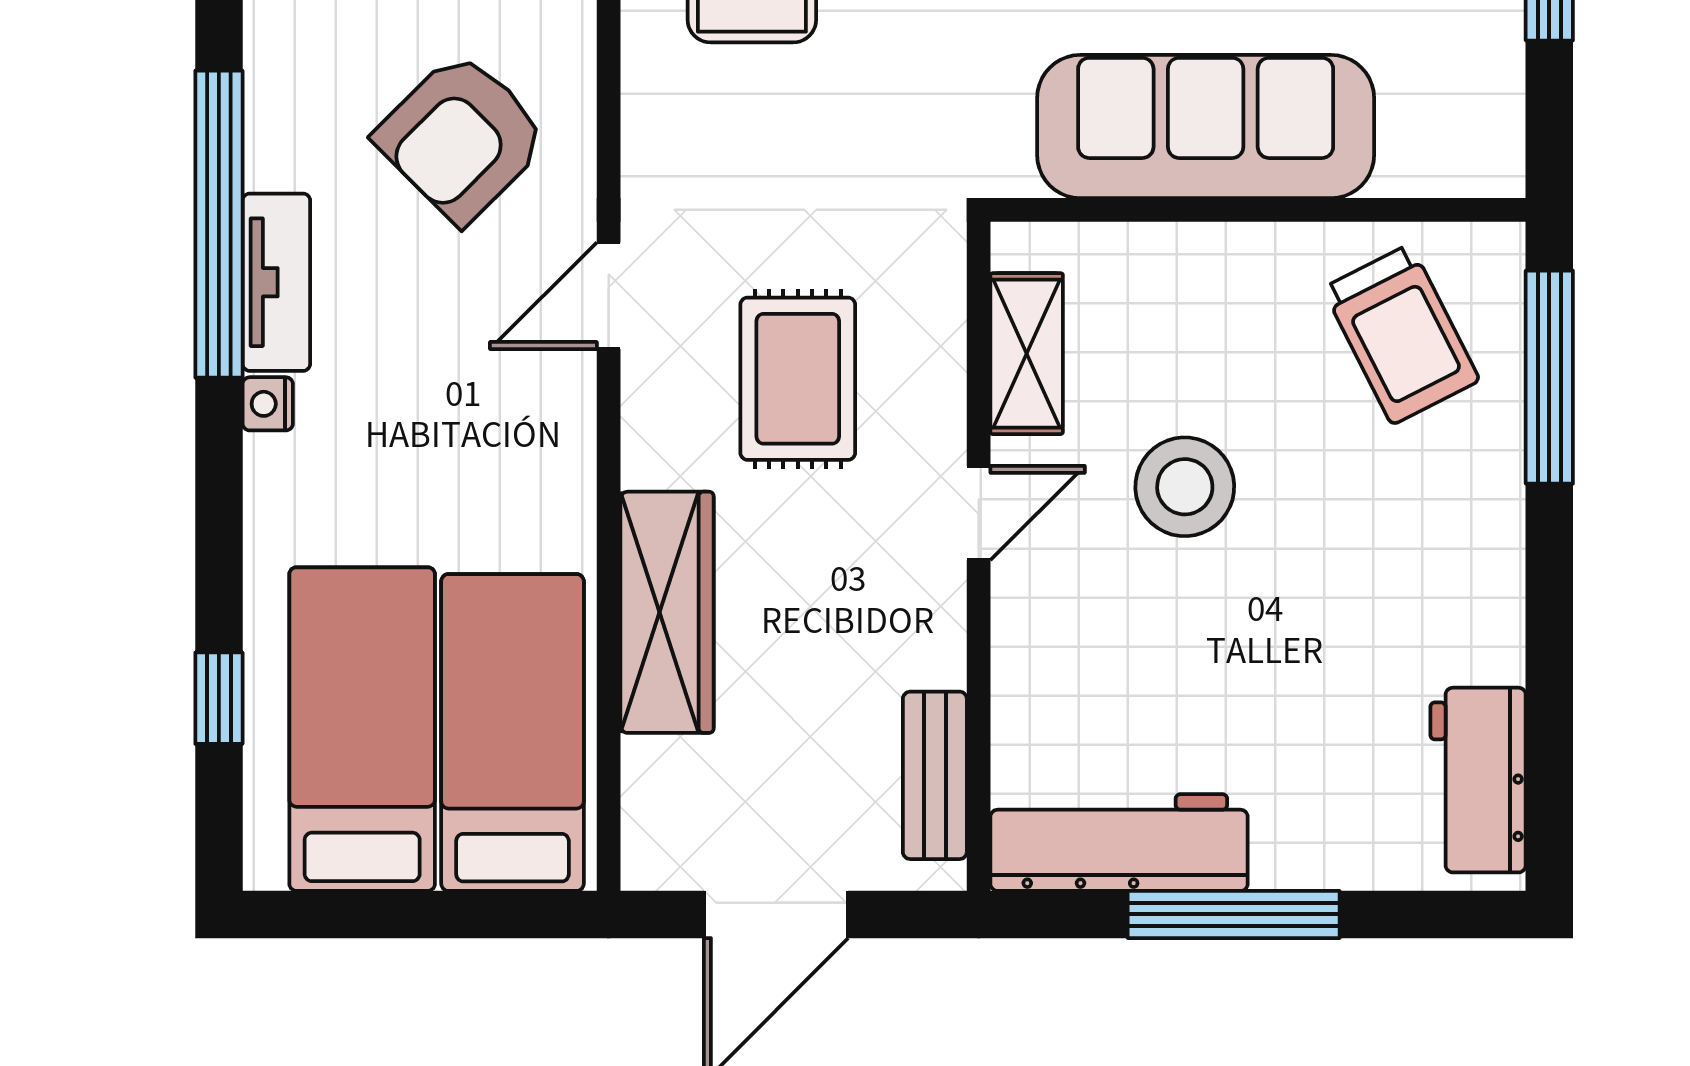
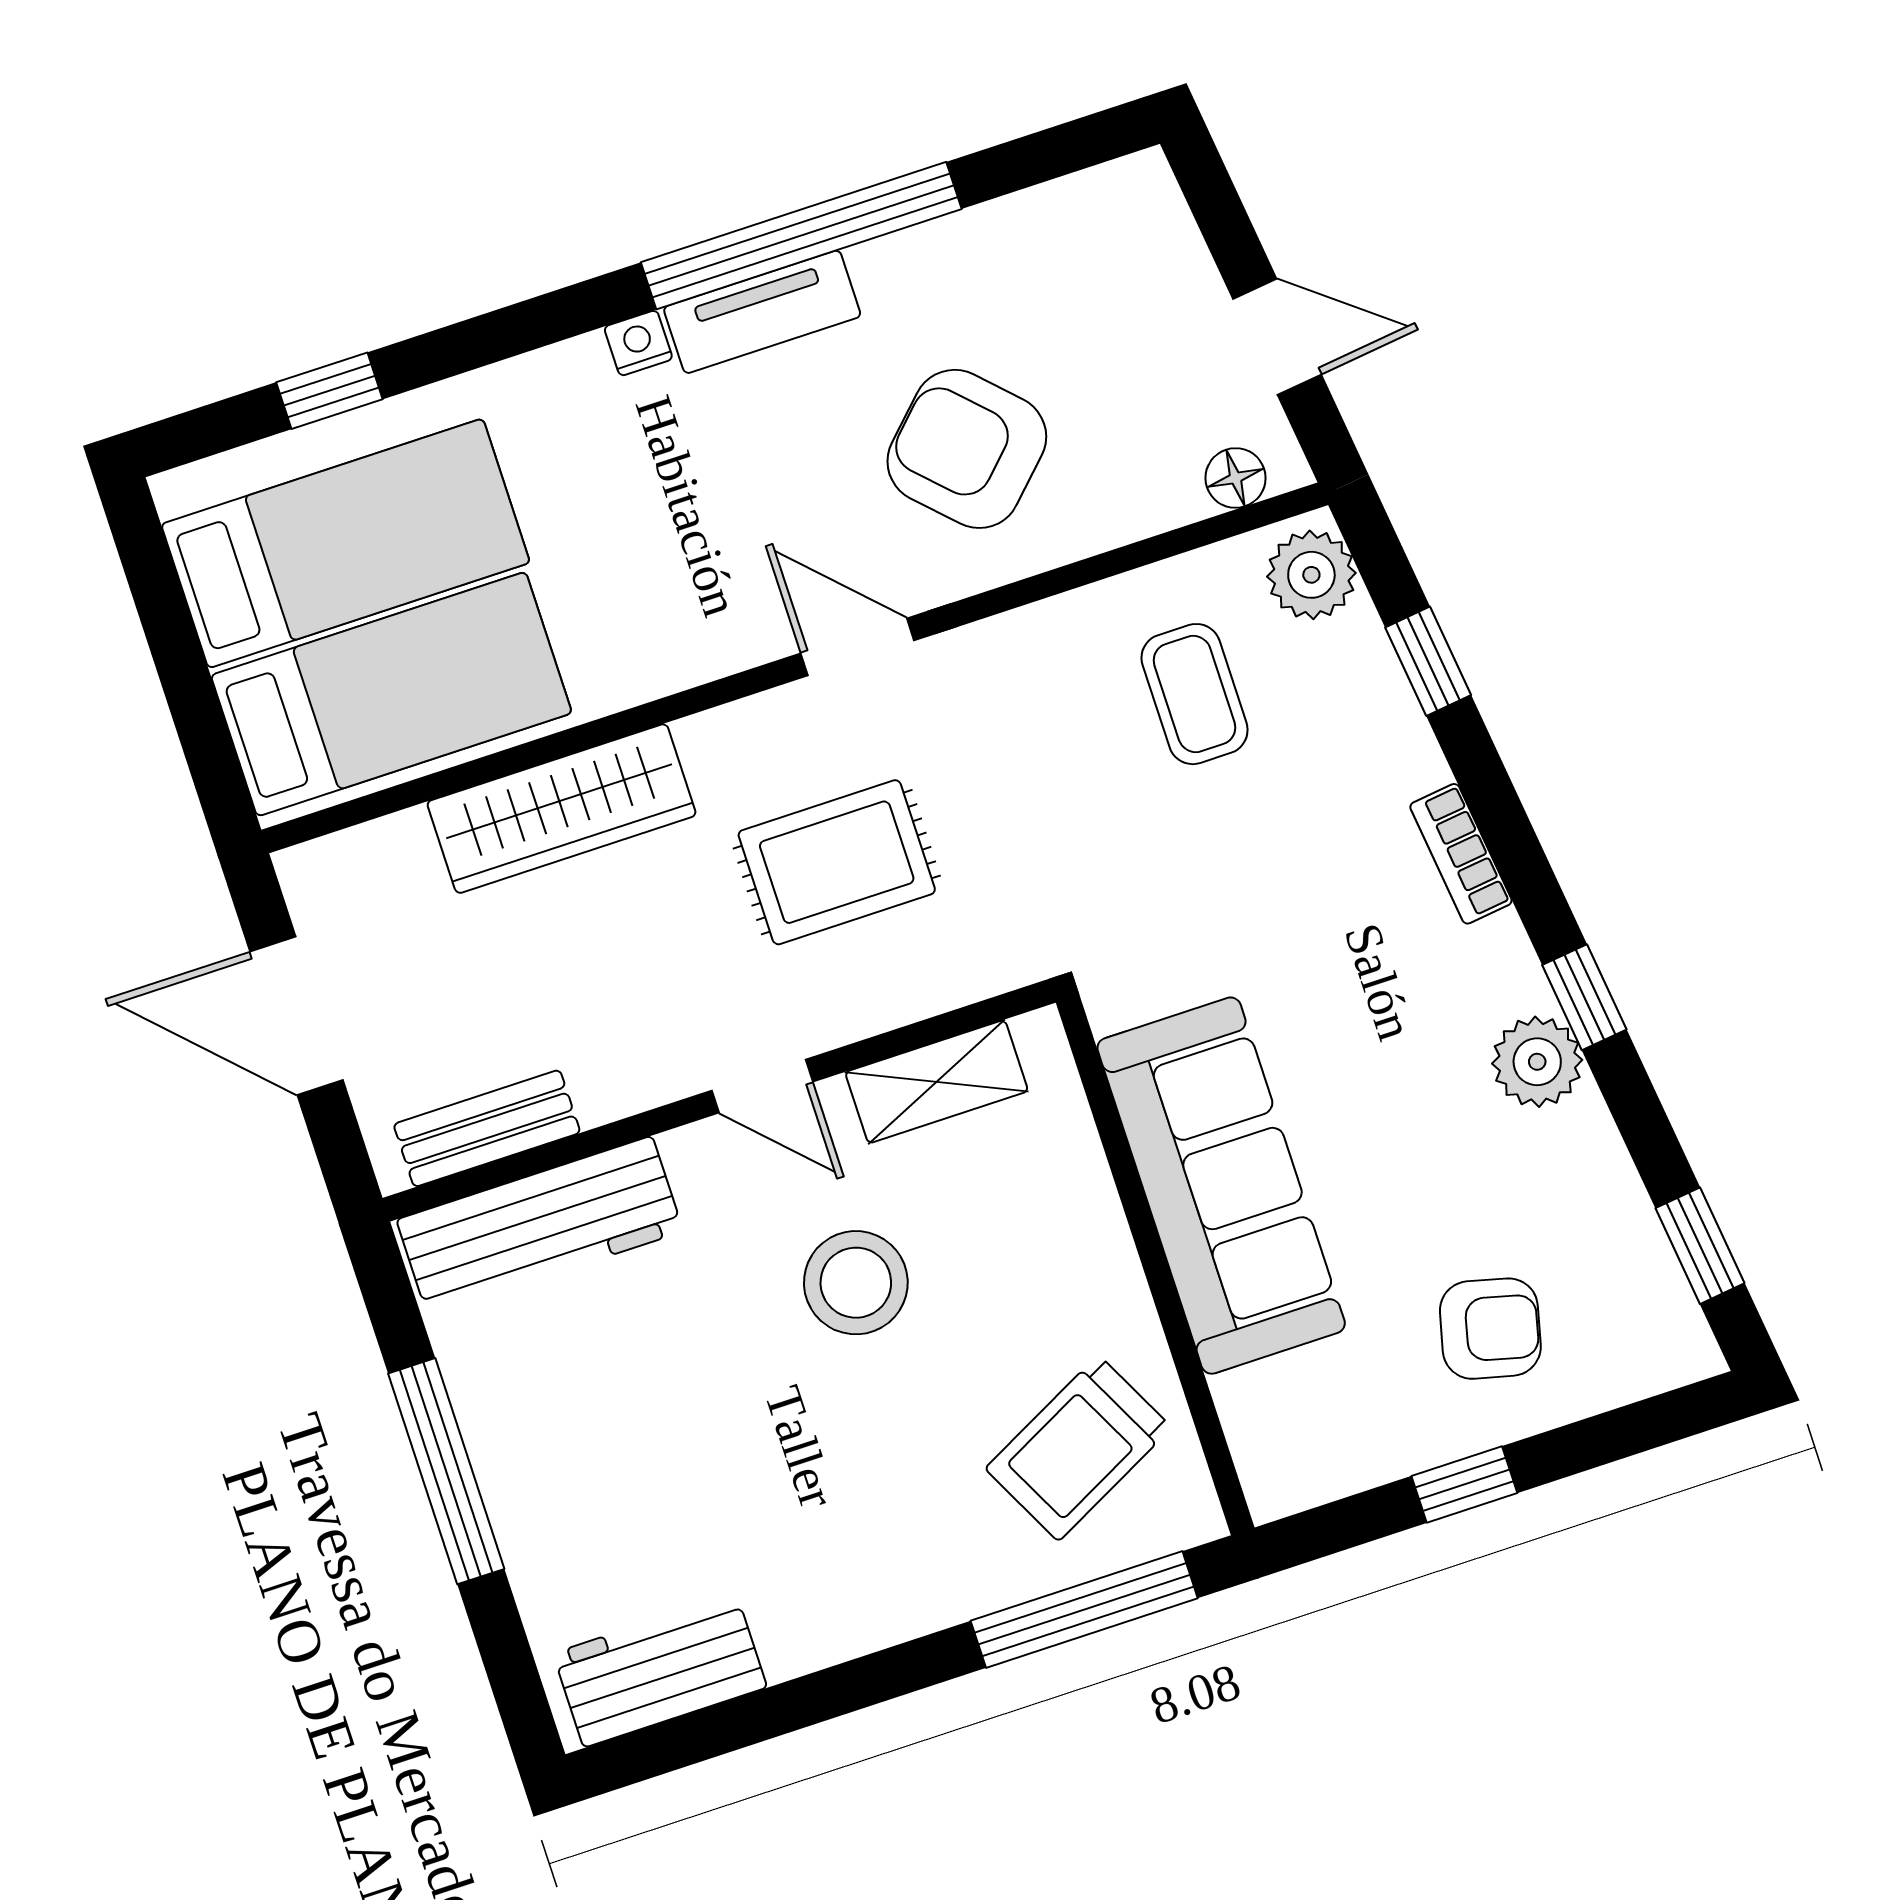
workbench: (1119, 843) -> (540, 1226), moved, turned 90

